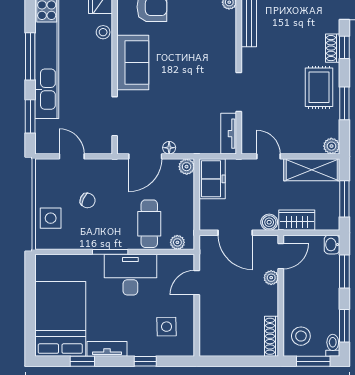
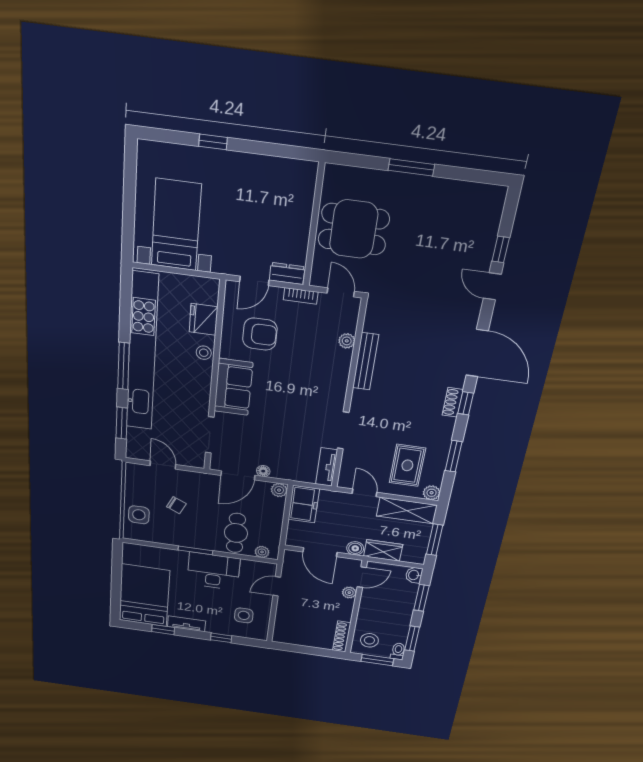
rug: (319, 87) -> (407, 465), moved

